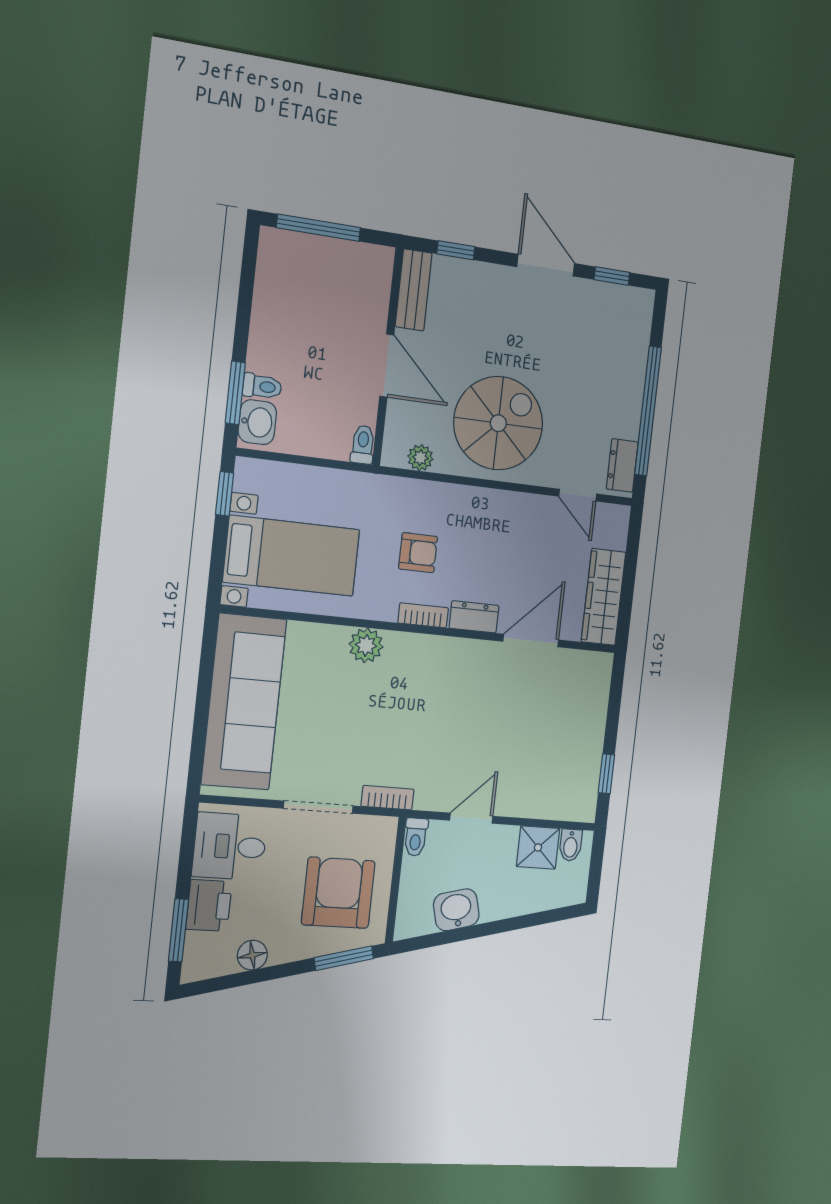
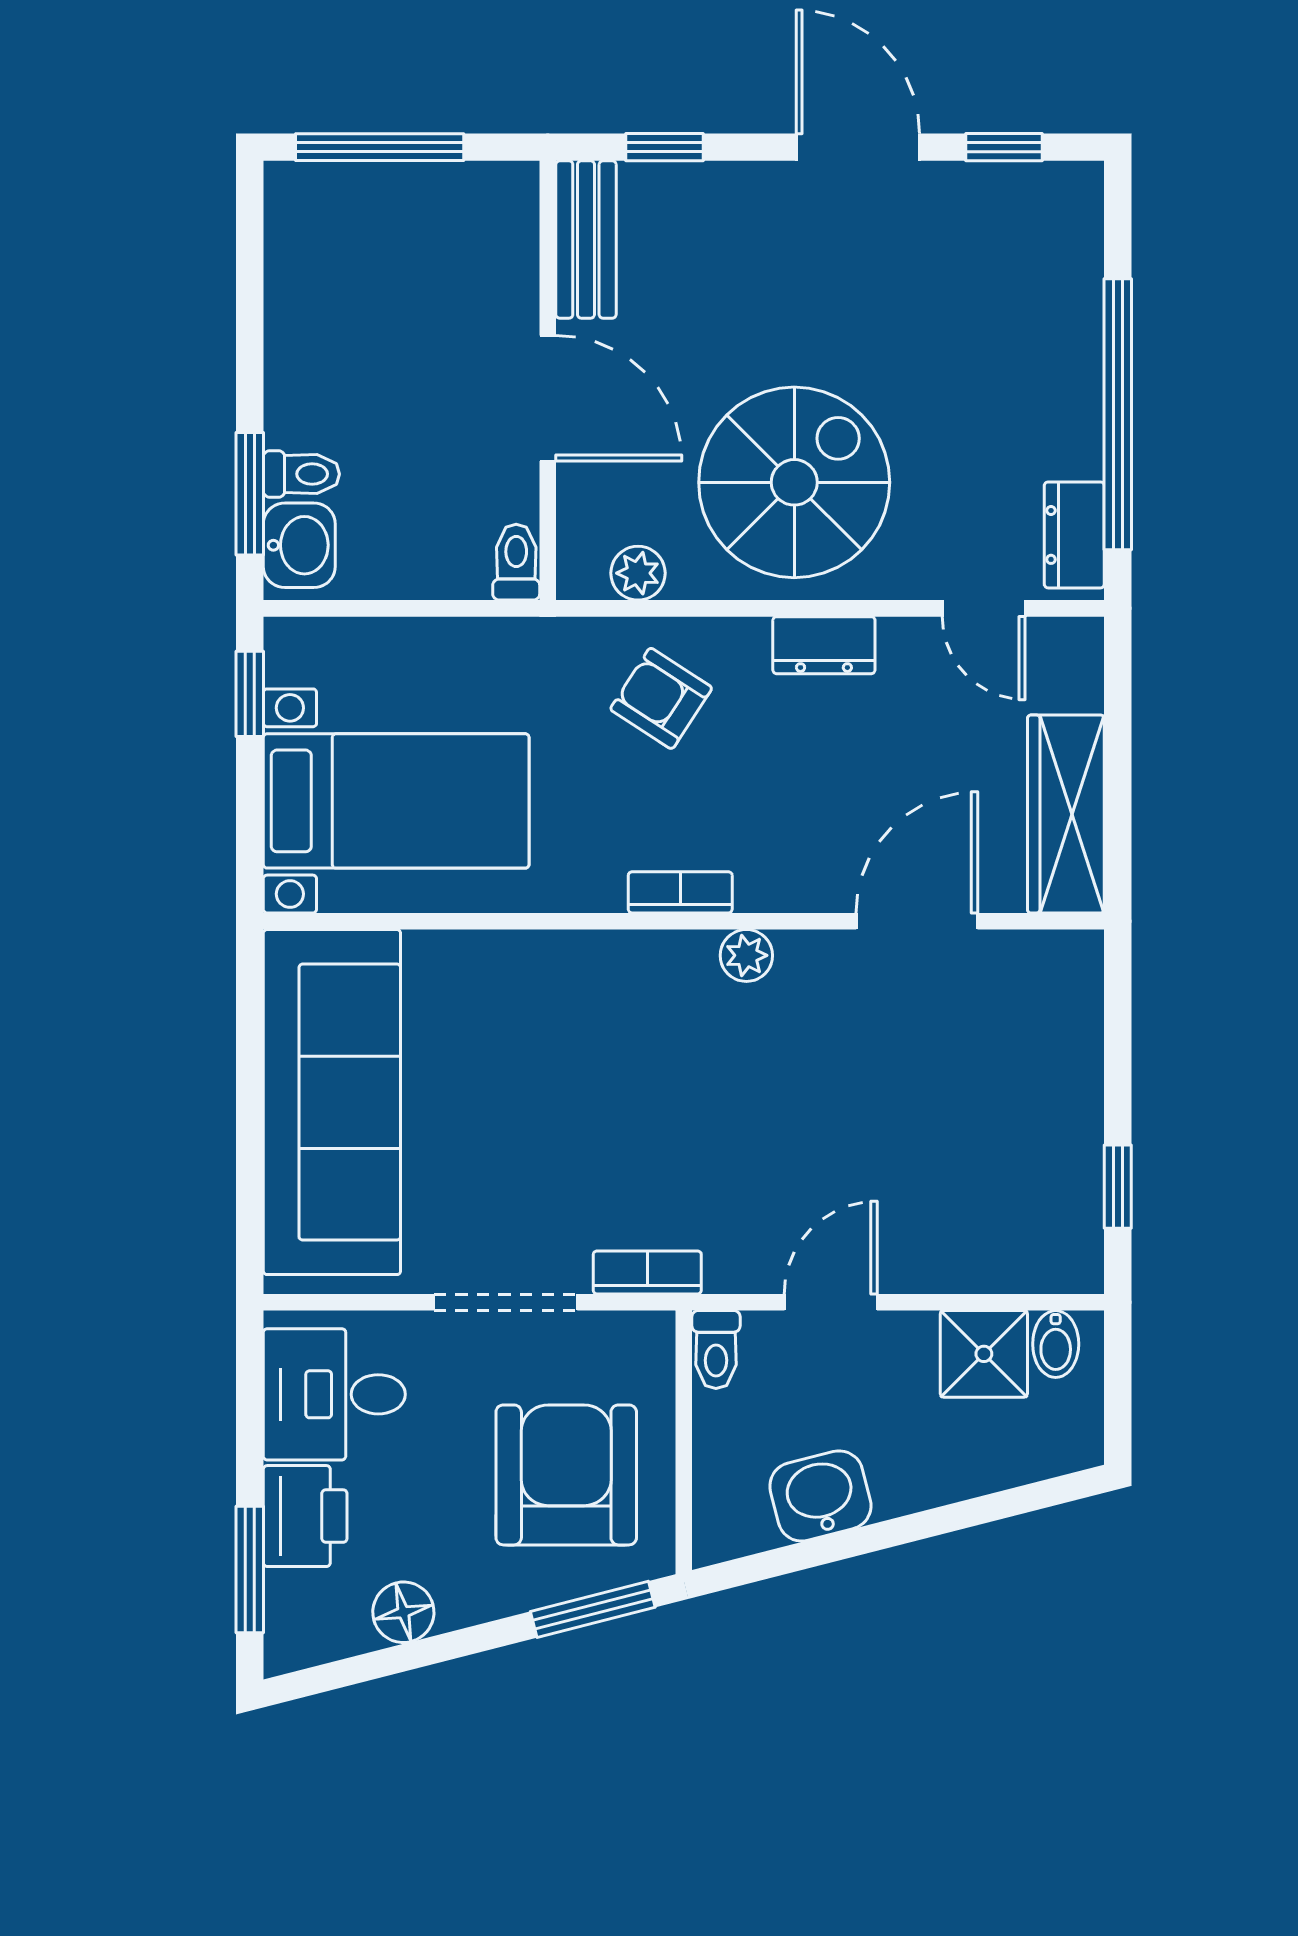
armchair: (418, 553) -> (661, 698), moved, turned -147
dresser: (474, 617) -> (824, 645), moved, turned 180
plant: (366, 645) -> (746, 955), moved, width x0.73, depth x0.73

